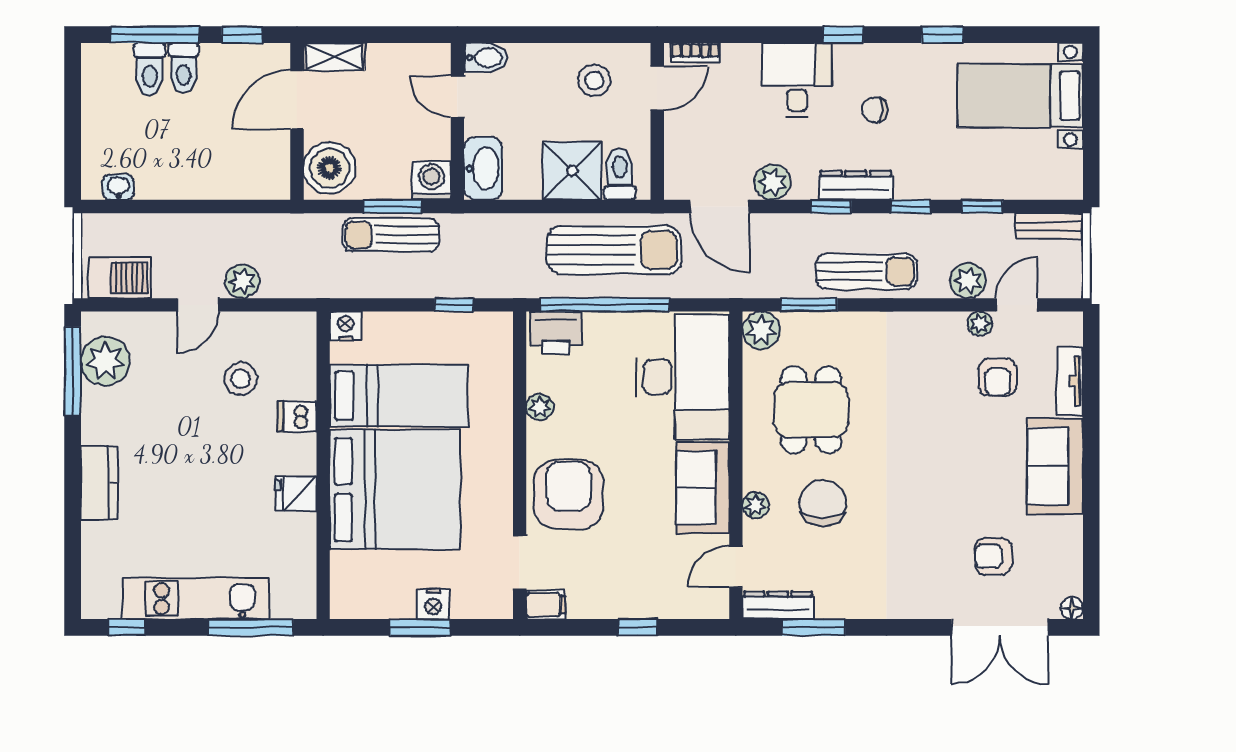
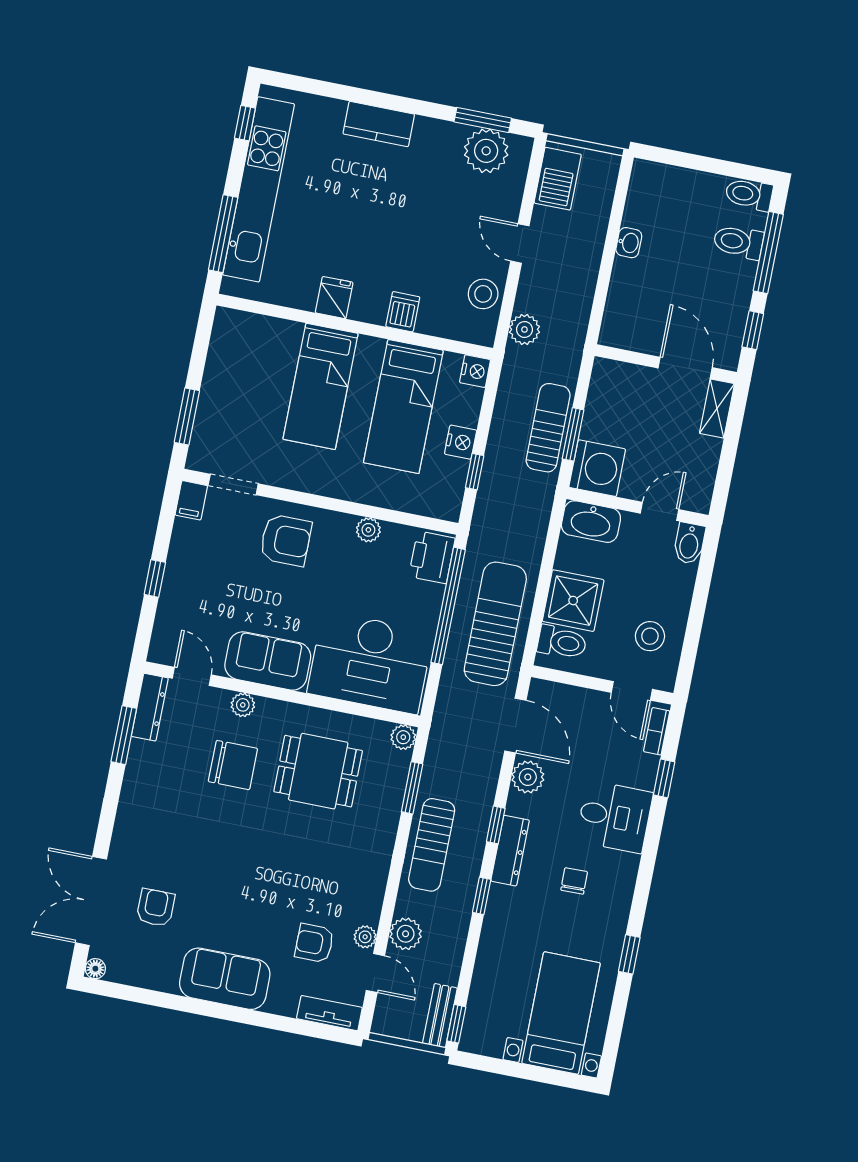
window: (843, 35) -> (664, 778), moved
toilet: (184, 68) -> (749, 194), moved
boiler: (329, 168) -> (619, 385), removed
washing machine: (431, 180) -> (597, 468), width x1.37, depth x1.37
washbasin: (118, 187) -> (629, 243), moved
door: (720, 207) -> (515, 726), swing flipped
window: (982, 207) -> (456, 1024), moved
sun lounger: (614, 250) -> (495, 624), turned 180
plant: (242, 281) -> (524, 329), moved
plant: (761, 330) -> (403, 737), width x0.73, depth x0.73
window: (73, 371) -> (483, 120), width x0.69
stool: (241, 379) -> (483, 294), moved
tv unit: (1070, 381) -> (329, 1013), moved
bed: (395, 489) -> (321, 386), width x0.49
armchair: (569, 494) -> (286, 540), width x0.73, depth x0.73
kitchen unit: (195, 599) -> (259, 189), width x1.36
nightstand: (433, 604) -> (461, 442), moved, turned 180
window: (420, 627) -> (187, 416), moved

